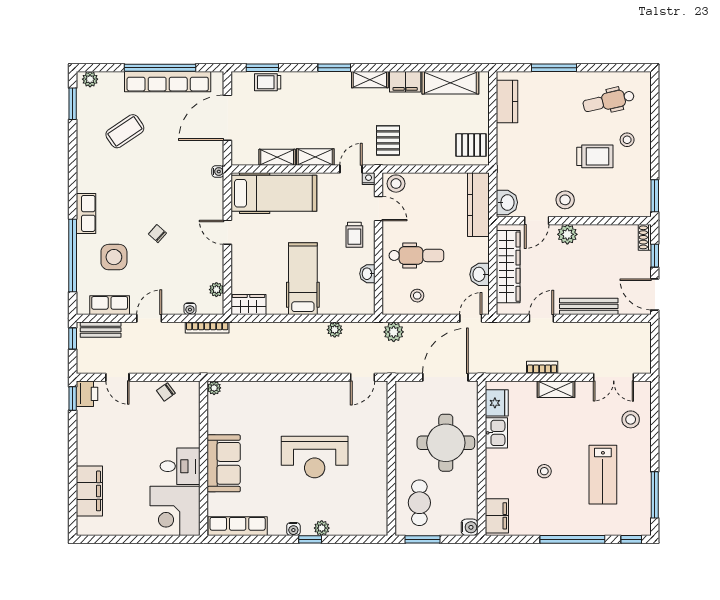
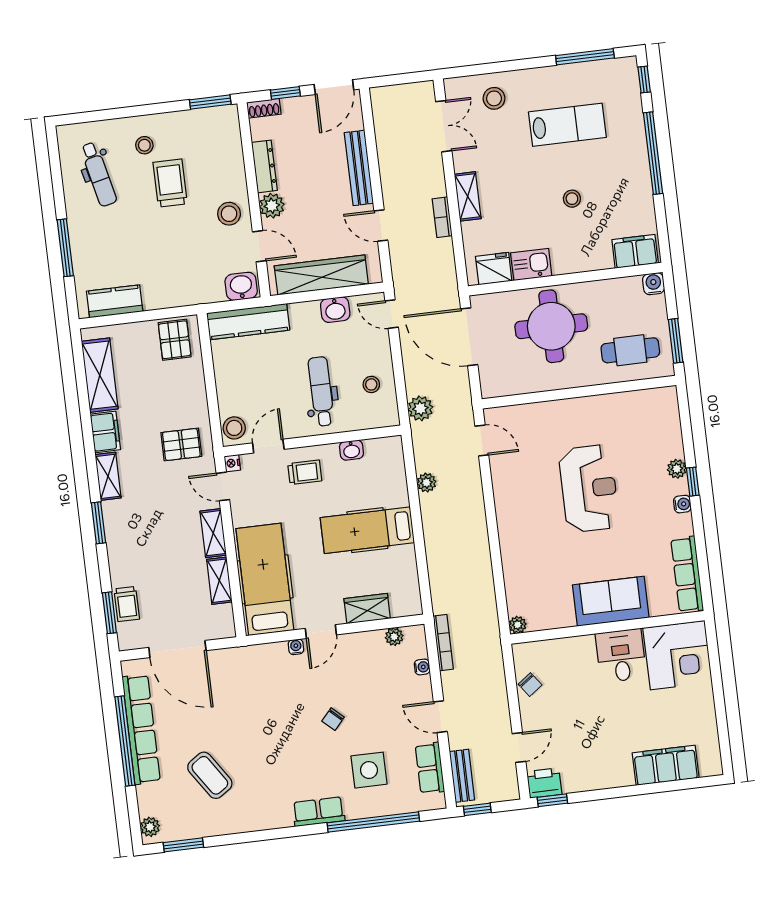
water cooler: (218, 172) -> (296, 647), moved
dresser: (599, 232) -> (264, 166), added
wardrobe: (248, 304) -> (367, 609), moved, turned 90

